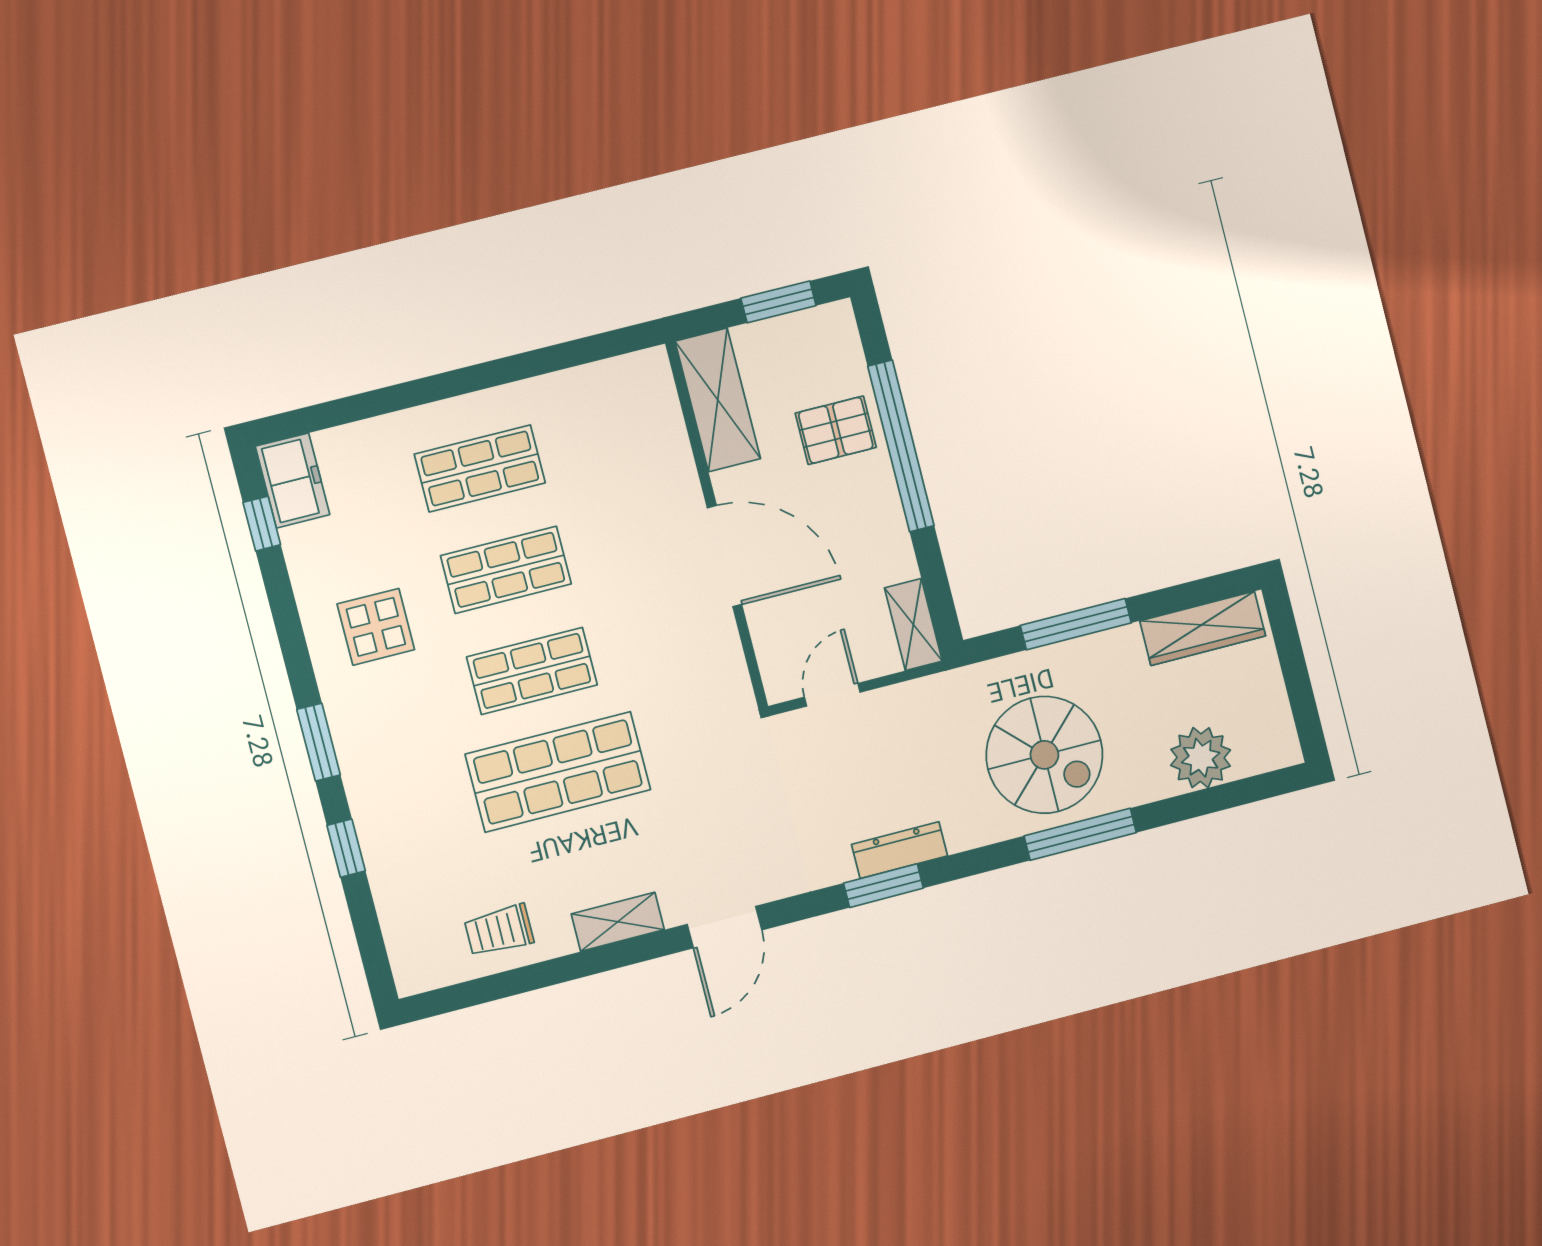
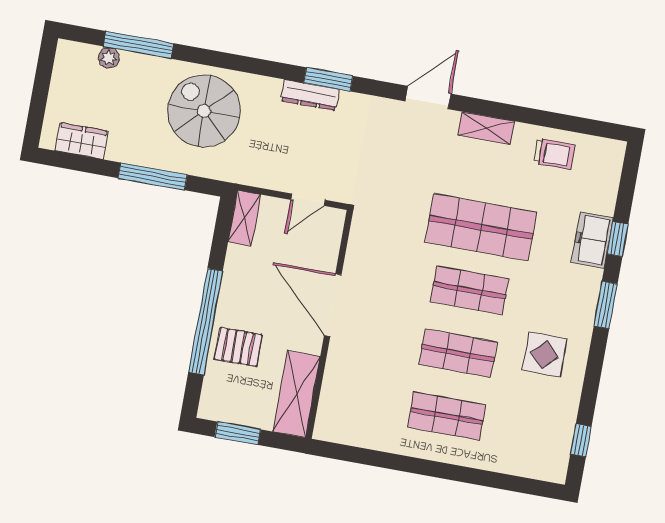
freezer: (292, 480) -> (592, 240), moved
wardrobe: (1203, 628) -> (82, 141), width x0.67
plant: (1201, 758) -> (109, 58), width x0.53, depth x0.53
window: (1080, 834) -> (138, 45), moved

